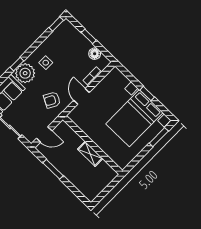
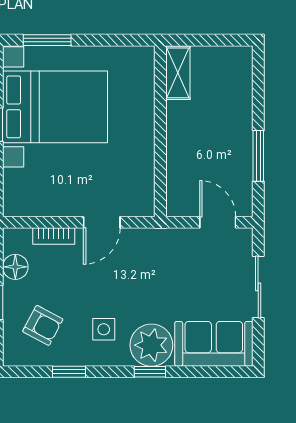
window: (56, 24) -> (69, 372), moved
armchair: (52, 100) -> (43, 325), moved
shelving: (90, 154) -> (178, 73), moved

